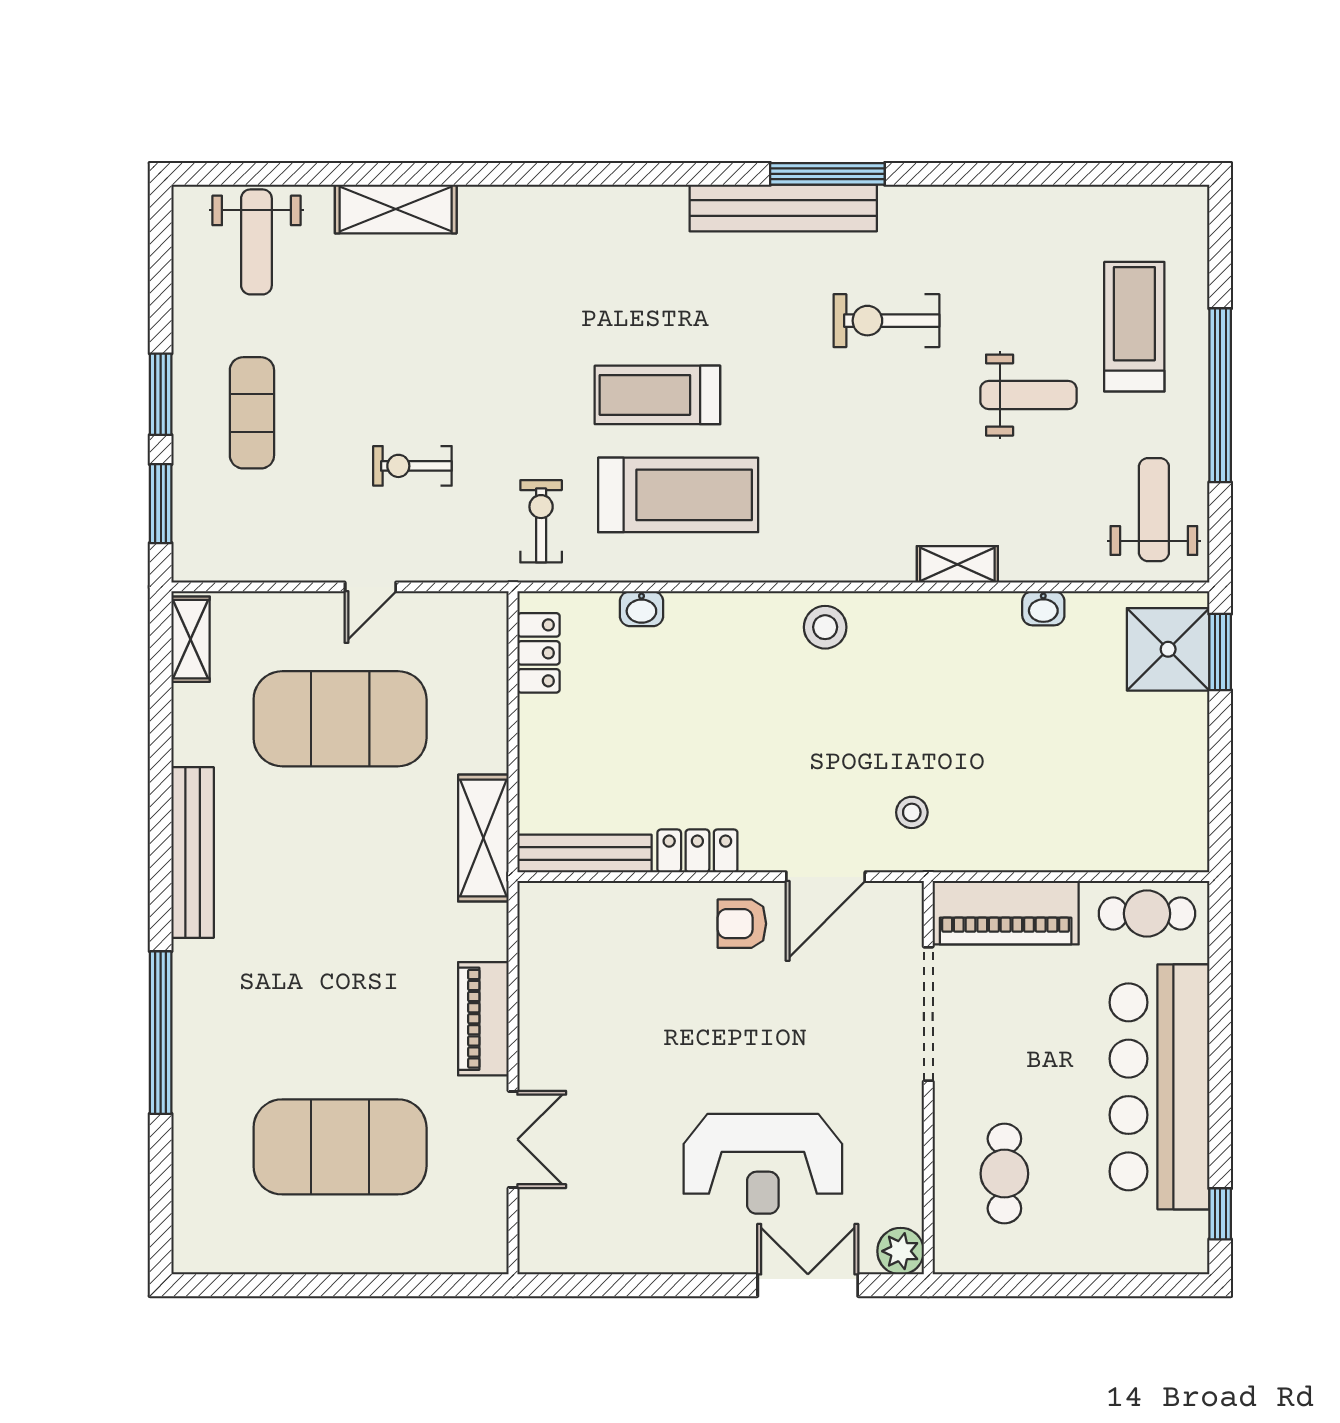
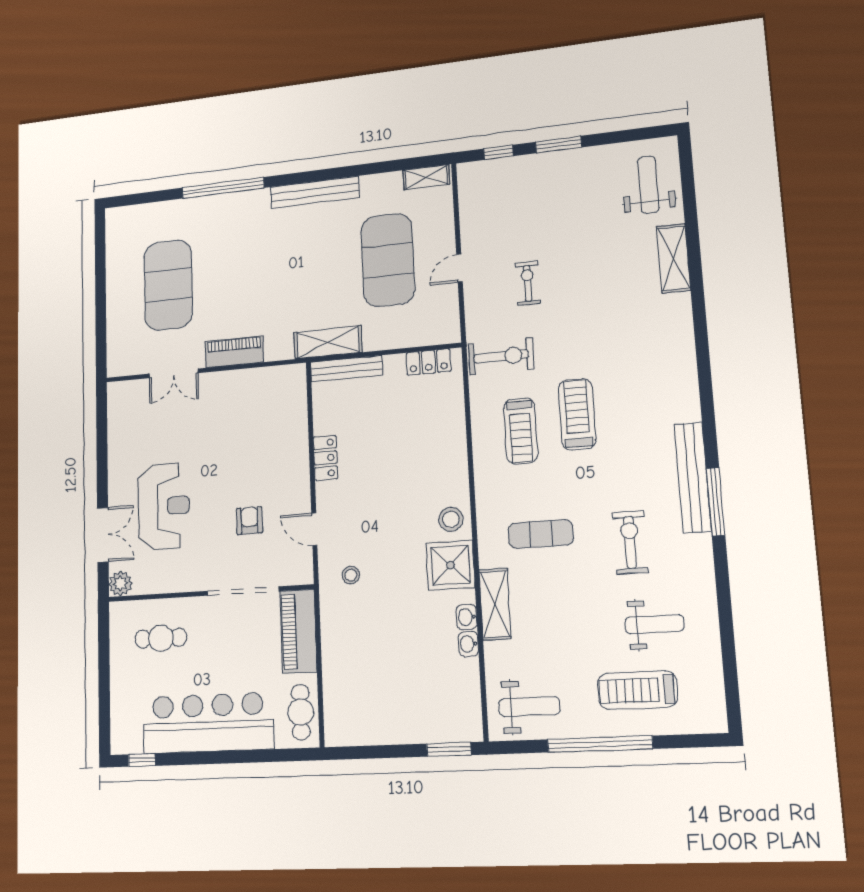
weight bench: (256, 242) -> (648, 185), turned 90
treadmill: (1134, 327) -> (638, 690), turned 180
weight bench: (1028, 395) -> (654, 624), moved, turned -90
exercise mat: (252, 413) -> (541, 534), moved
treadmill: (678, 495) -> (521, 431), width x0.73, depth x0.73
window: (161, 504) -> (498, 152), width x0.67
exercise bike: (541, 521) -> (501, 356), width x1.38, depth x1.39
shelving: (957, 564) -> (495, 604), width x1.50, depth x1.33
door: (370, 587) -> (460, 268), hinge flipped
washbasin: (641, 609) -> (467, 617), moved
shower: (1168, 649) -> (450, 565), moved
bench: (584, 853) -> (346, 369), moved, turned 90
door: (826, 877) -> (314, 529), width x0.73
armchair: (742, 924) -> (249, 521), moved
reception desk: (763, 1164) -> (164, 506), turned 180

